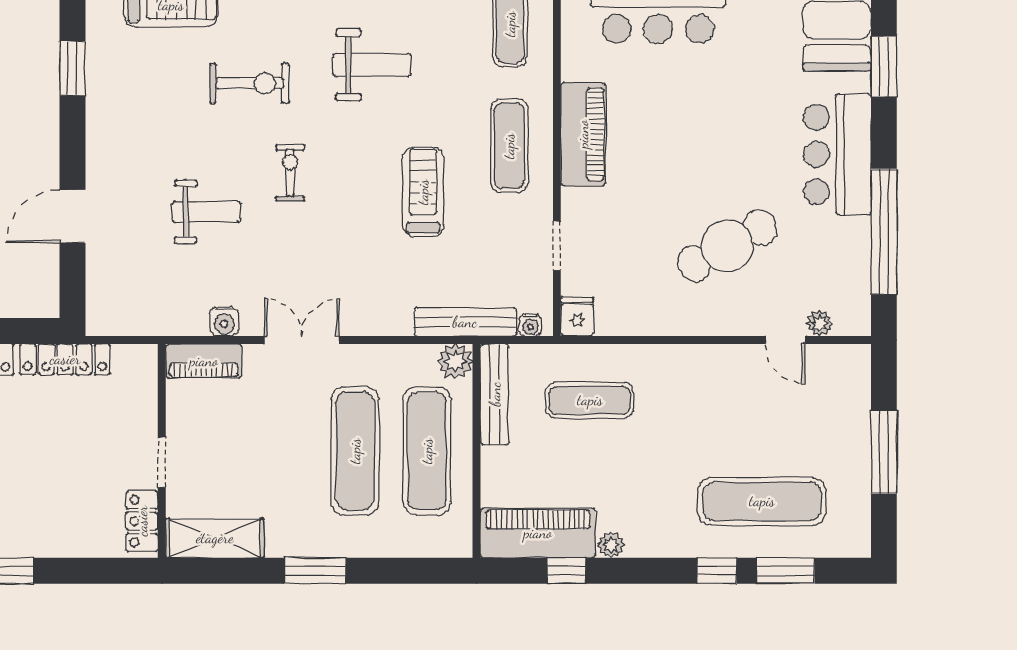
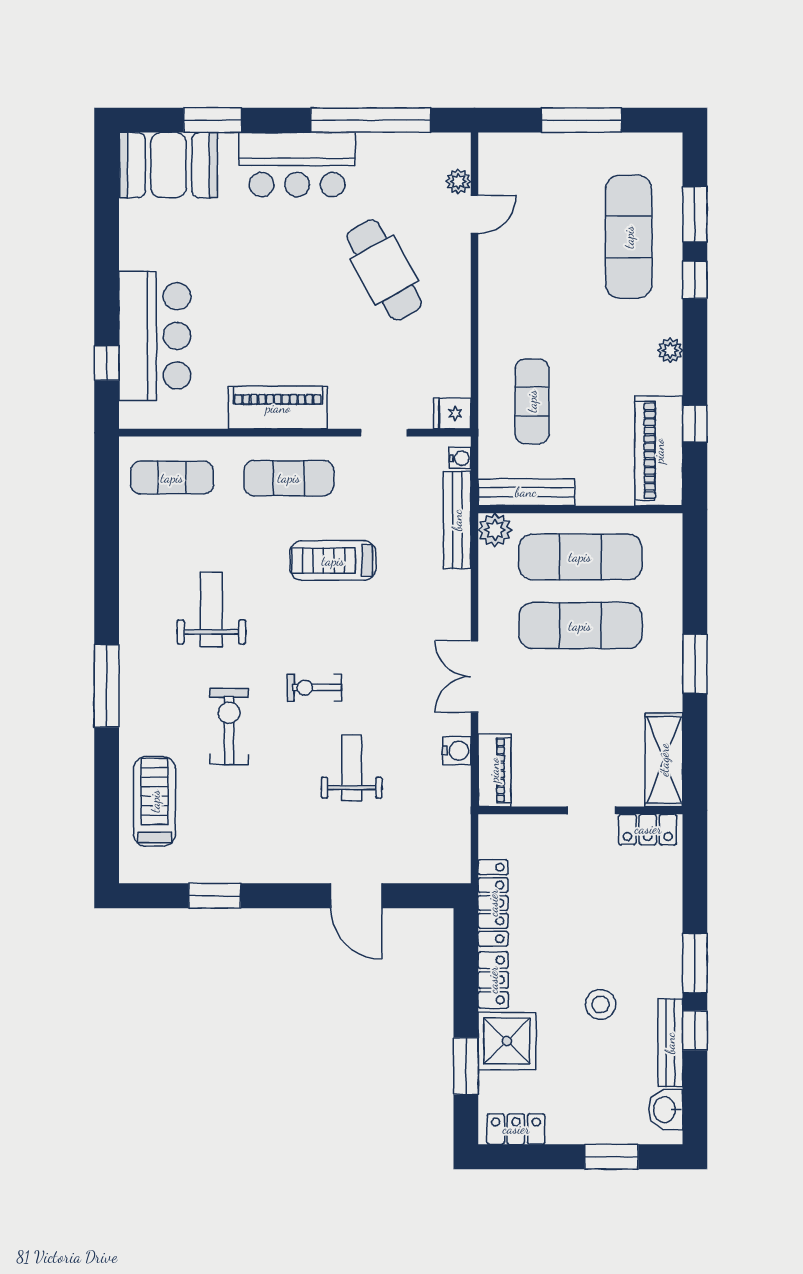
plant: (611, 545) -> (670, 350), moved

